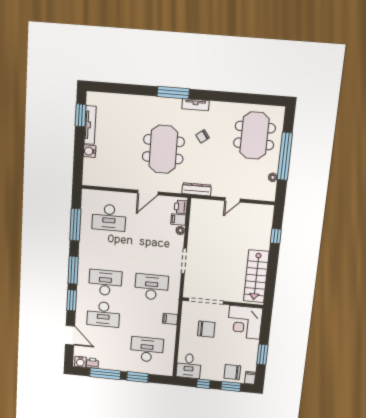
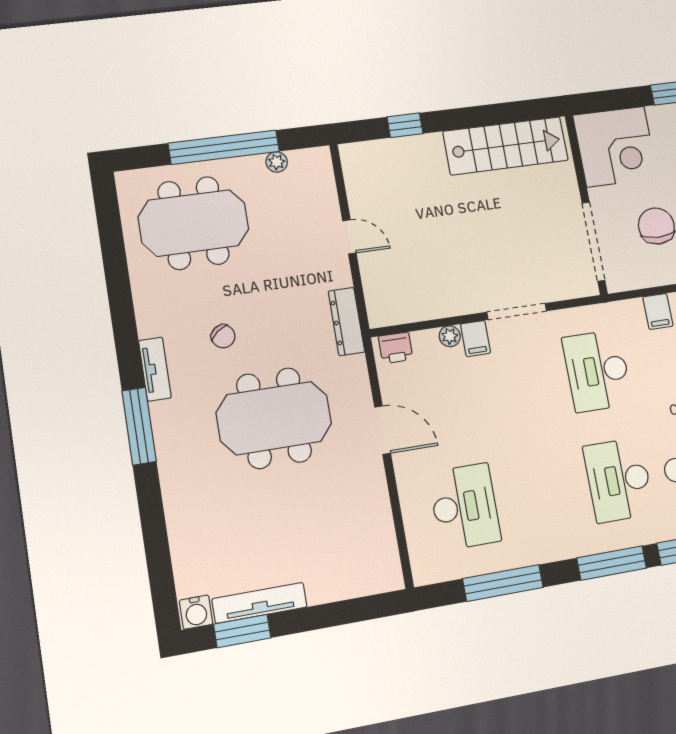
water cooler: (90, 151) -> (196, 612), moved
filing cabinet: (178, 220) -> (476, 339), moved

